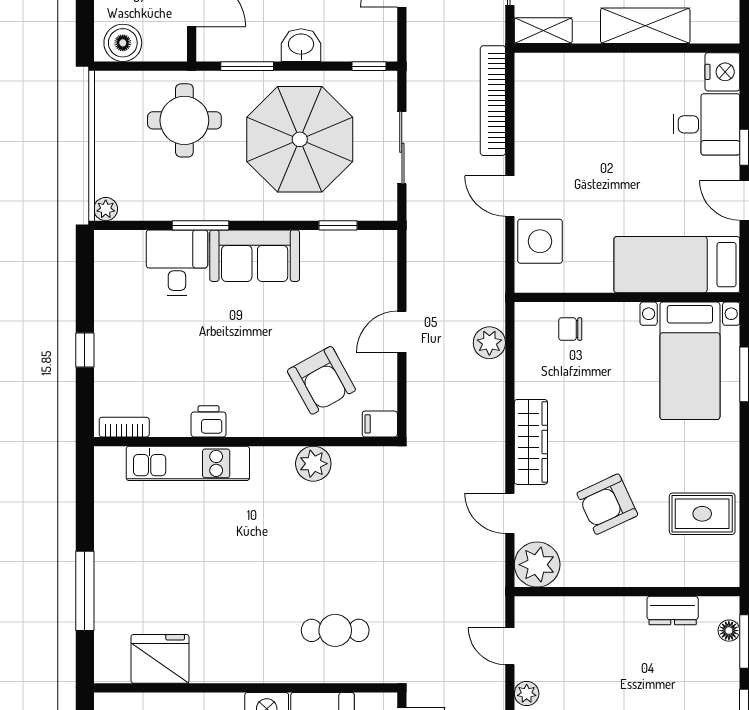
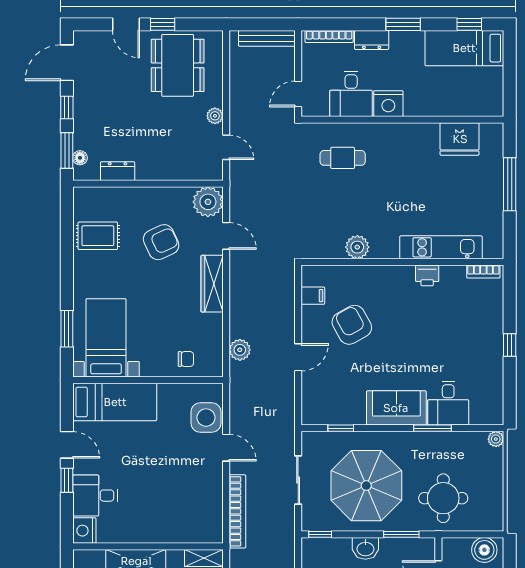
printer: (209, 421) -> (427, 275), moved
bookcase: (124, 427) -> (483, 272), moved
wall: (246, 442) -> (402, 262), moved
kitchen unit: (188, 463) -> (441, 247), moved
plant: (313, 464) -> (357, 247), moved

